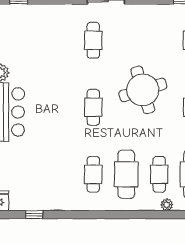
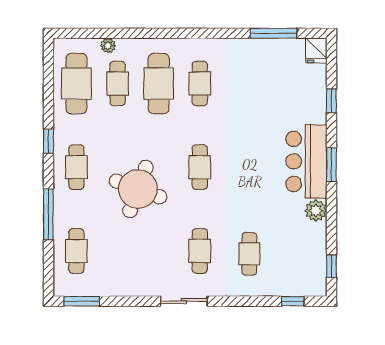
cafe table: (54, 38) -> (249, 254), added
round table: (143, 90) -> (138, 189), turned 37
window: (34, 215) -> (273, 33), width x2.17

